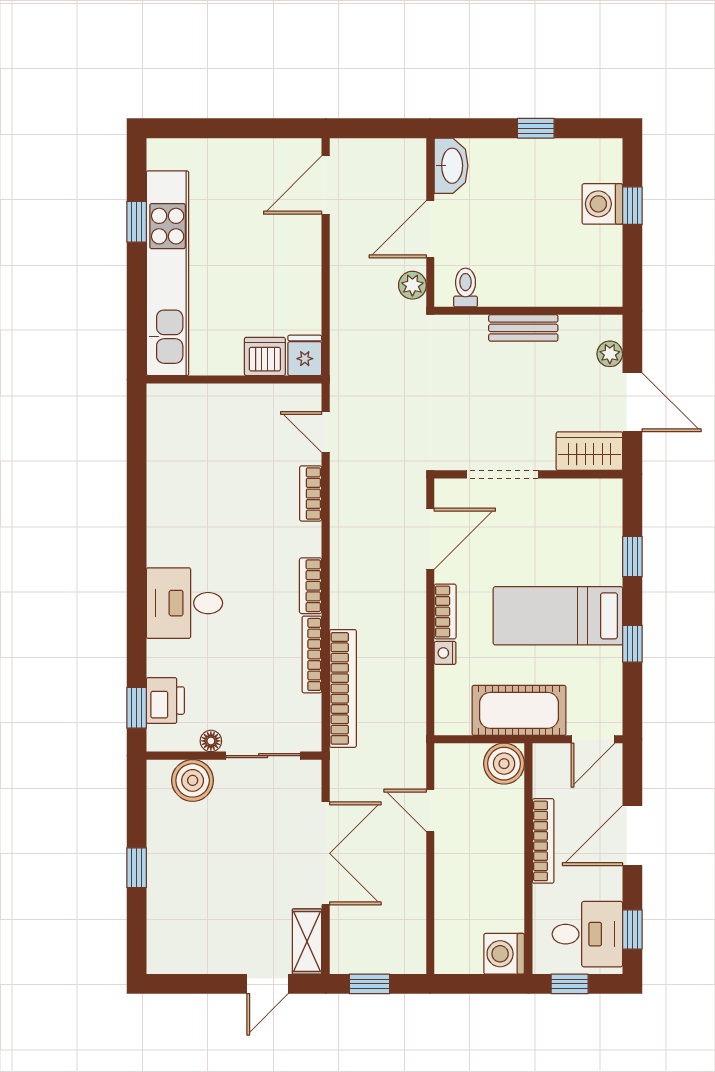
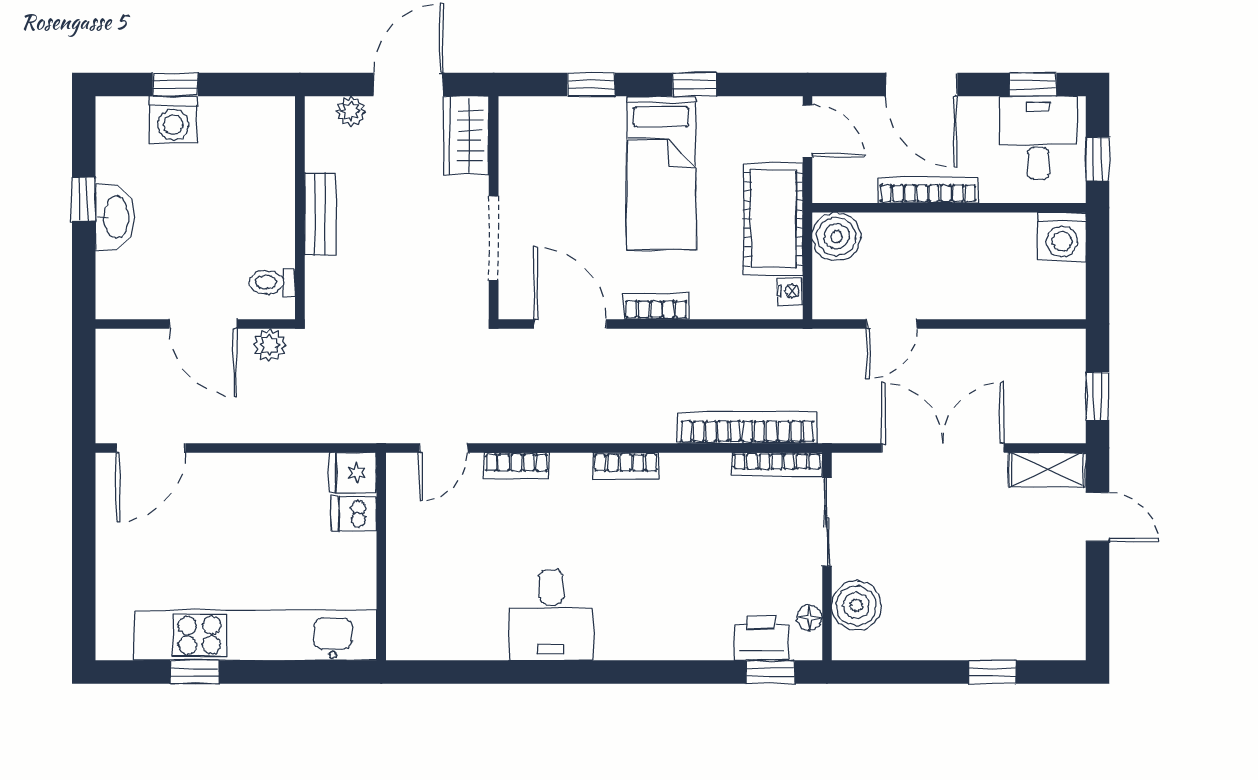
washbasin: (451, 166) -> (115, 217), moved, turned 90
door: (326, 185) -> (151, 448), hinge flipped
dishwasher: (265, 356) -> (354, 513), width x0.73
desk: (184, 603) -> (551, 615), moved
nightstand: (445, 653) -> (790, 291), moved, turned -90
bookcase: (312, 654) -> (777, 464), moved
floor lamp: (211, 741) -> (810, 618), moved
window: (137, 868) -> (992, 672), moved

